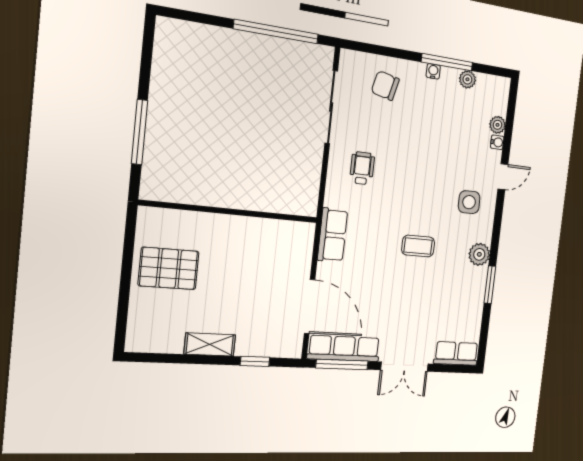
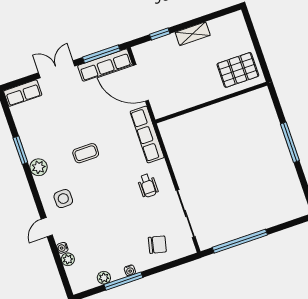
wall: (231, 212) -> (211, 103), moved
row of seats: (333, 235) -> (147, 134), width x1.48

